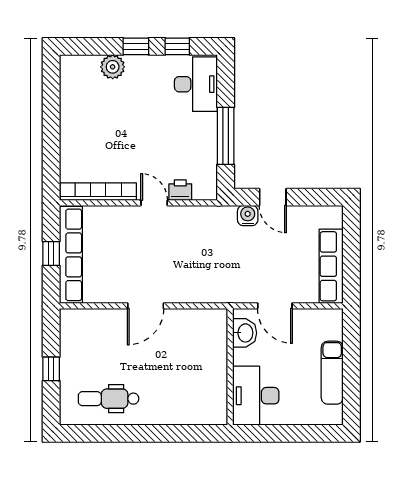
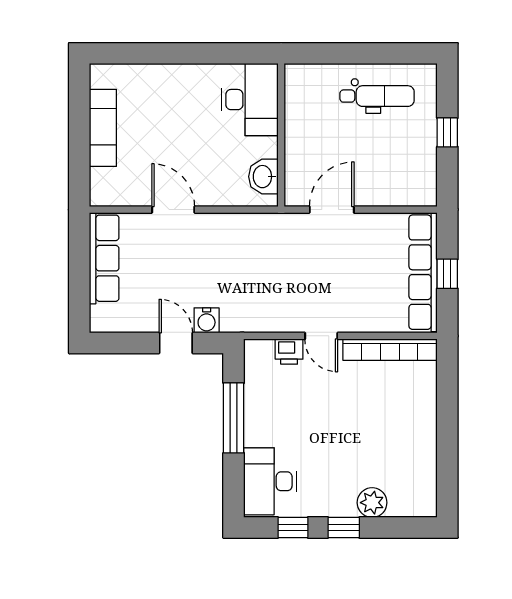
washbasin: (245, 333) -> (263, 177), moved
wall: (230, 367) -> (281, 135), moved
desk: (256, 396) -> (250, 100), moved

